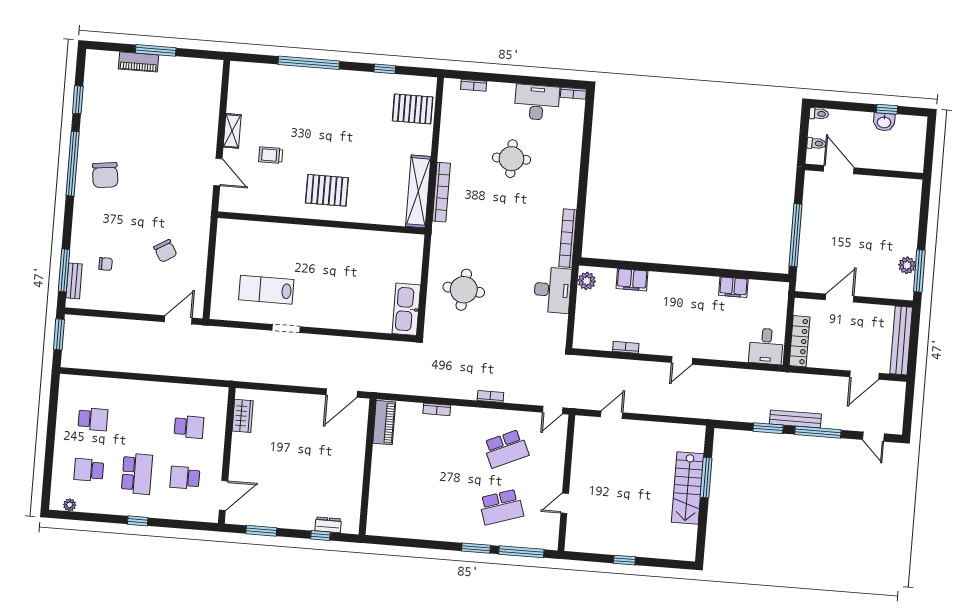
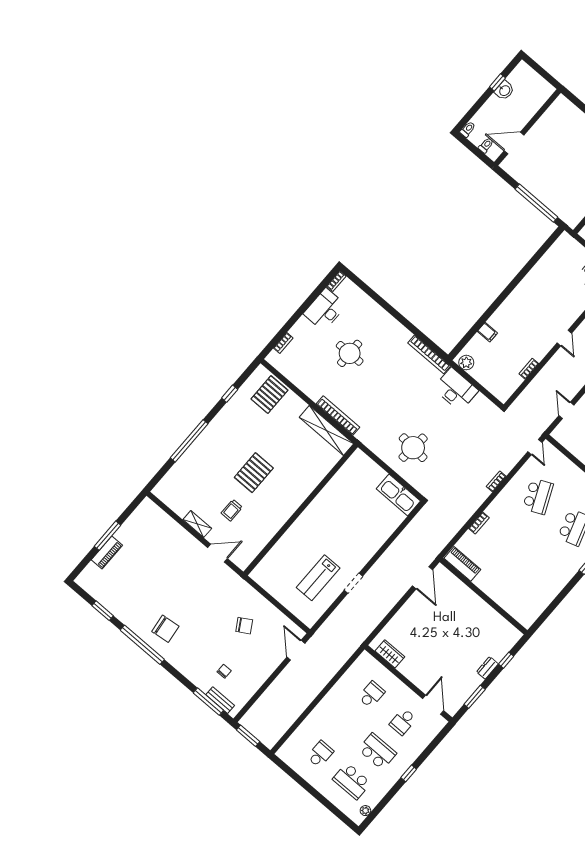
pallet: (327, 190) -> (254, 473), moved
filing cabinet: (632, 280) -> (487, 332), width x0.50
filing cabinet: (733, 287) -> (541, 269), removed
school desk: (89, 470) -> (352, 781), width x1.85
dresser: (328, 525) -> (487, 668), moved

